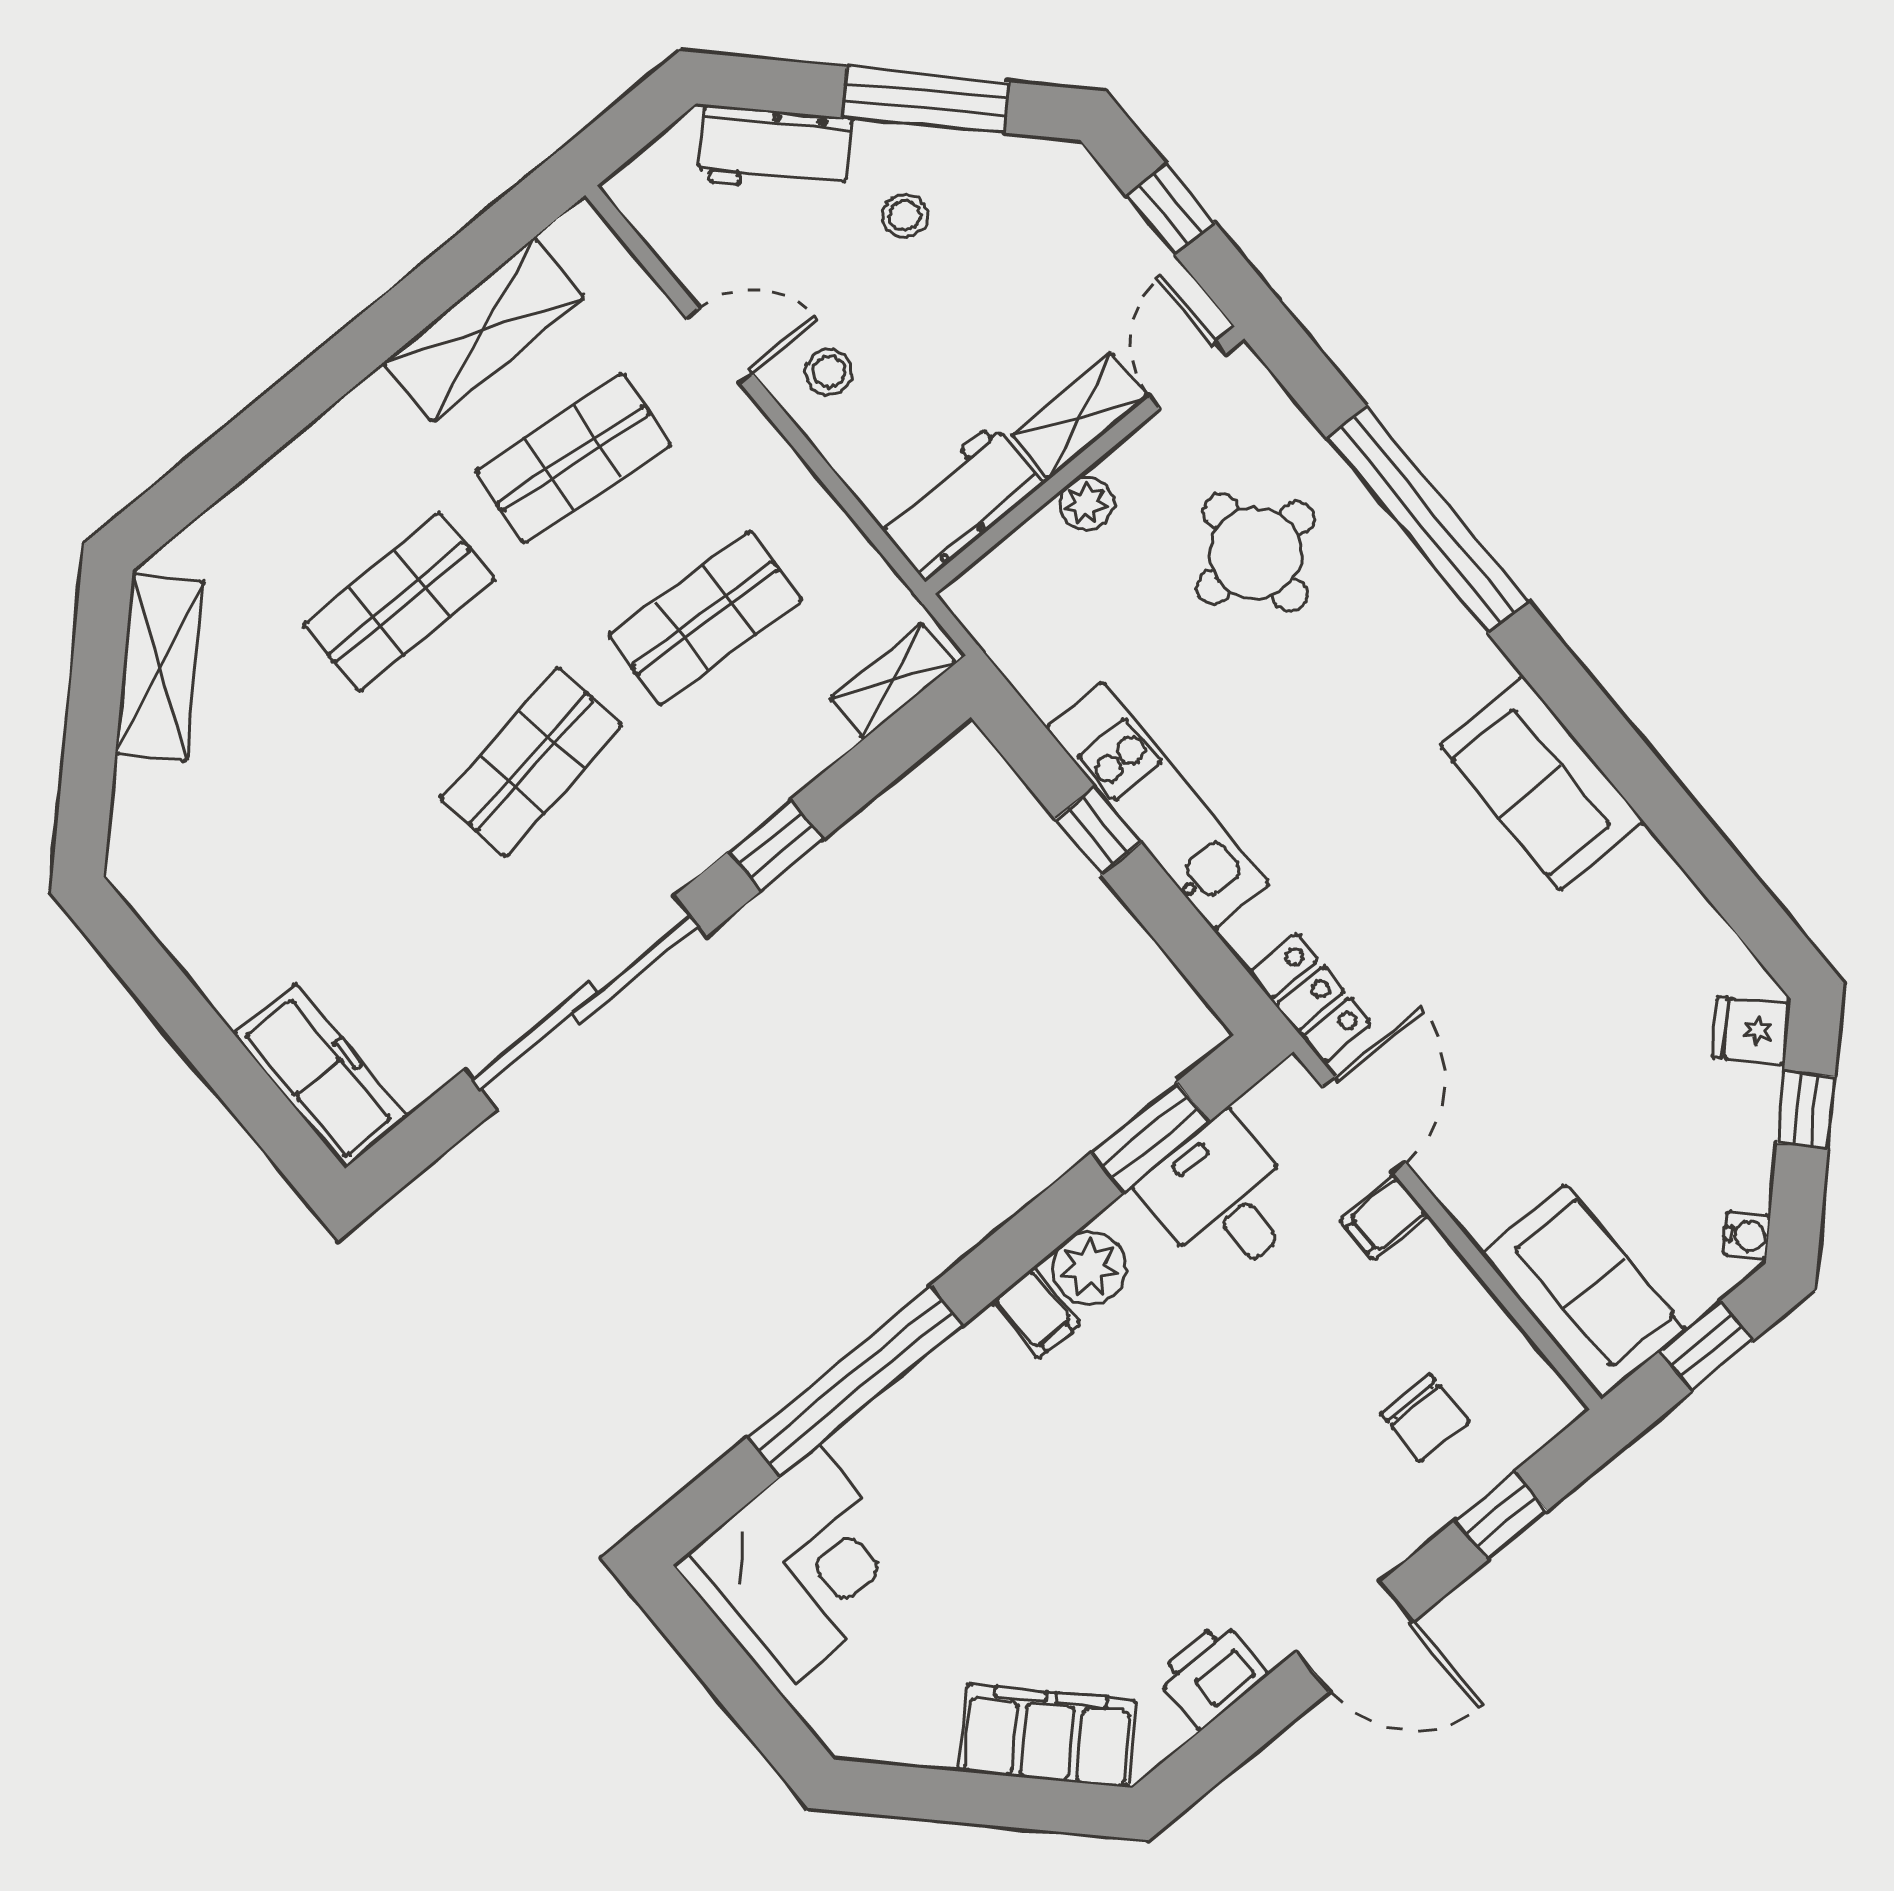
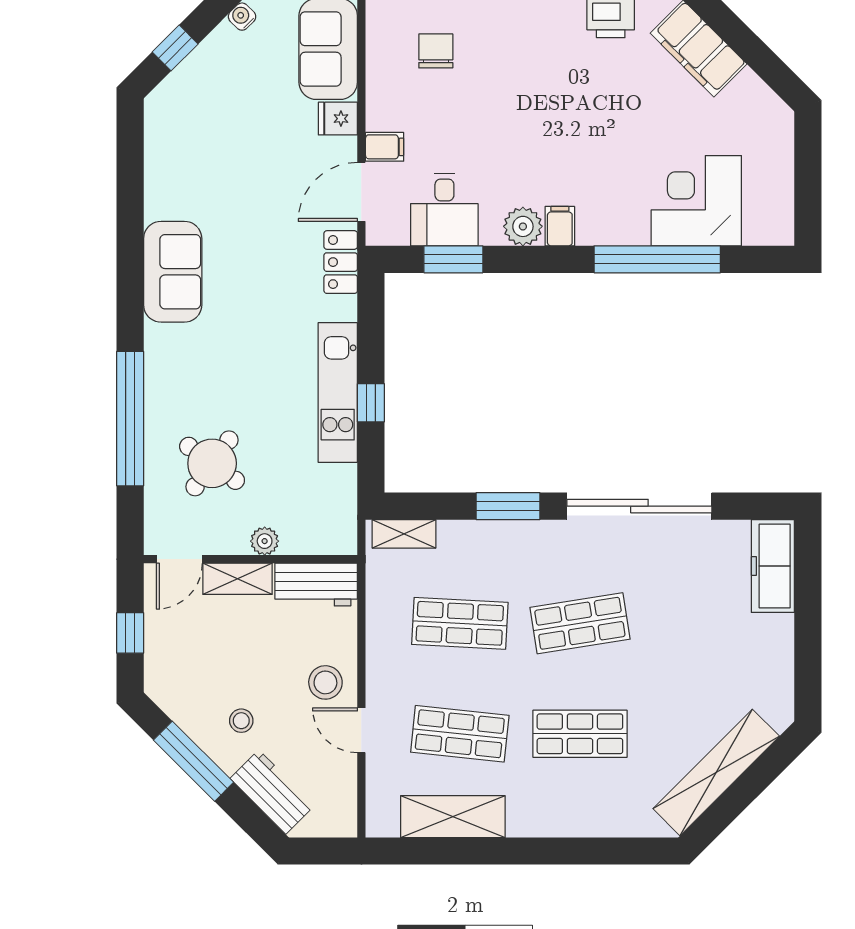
stool: (829, 372) -> (325, 682), width x1.37, depth x1.37
round table: (1255, 553) -> (212, 463), turned 36
shelving: (159, 667) -> (716, 772), width x1.47
window: (776, 845) -> (508, 506), width x1.50
fridge: (1751, 1031) -> (338, 119), moved, turned 135
corner desk: (807, 1564) -> (696, 201), moved

